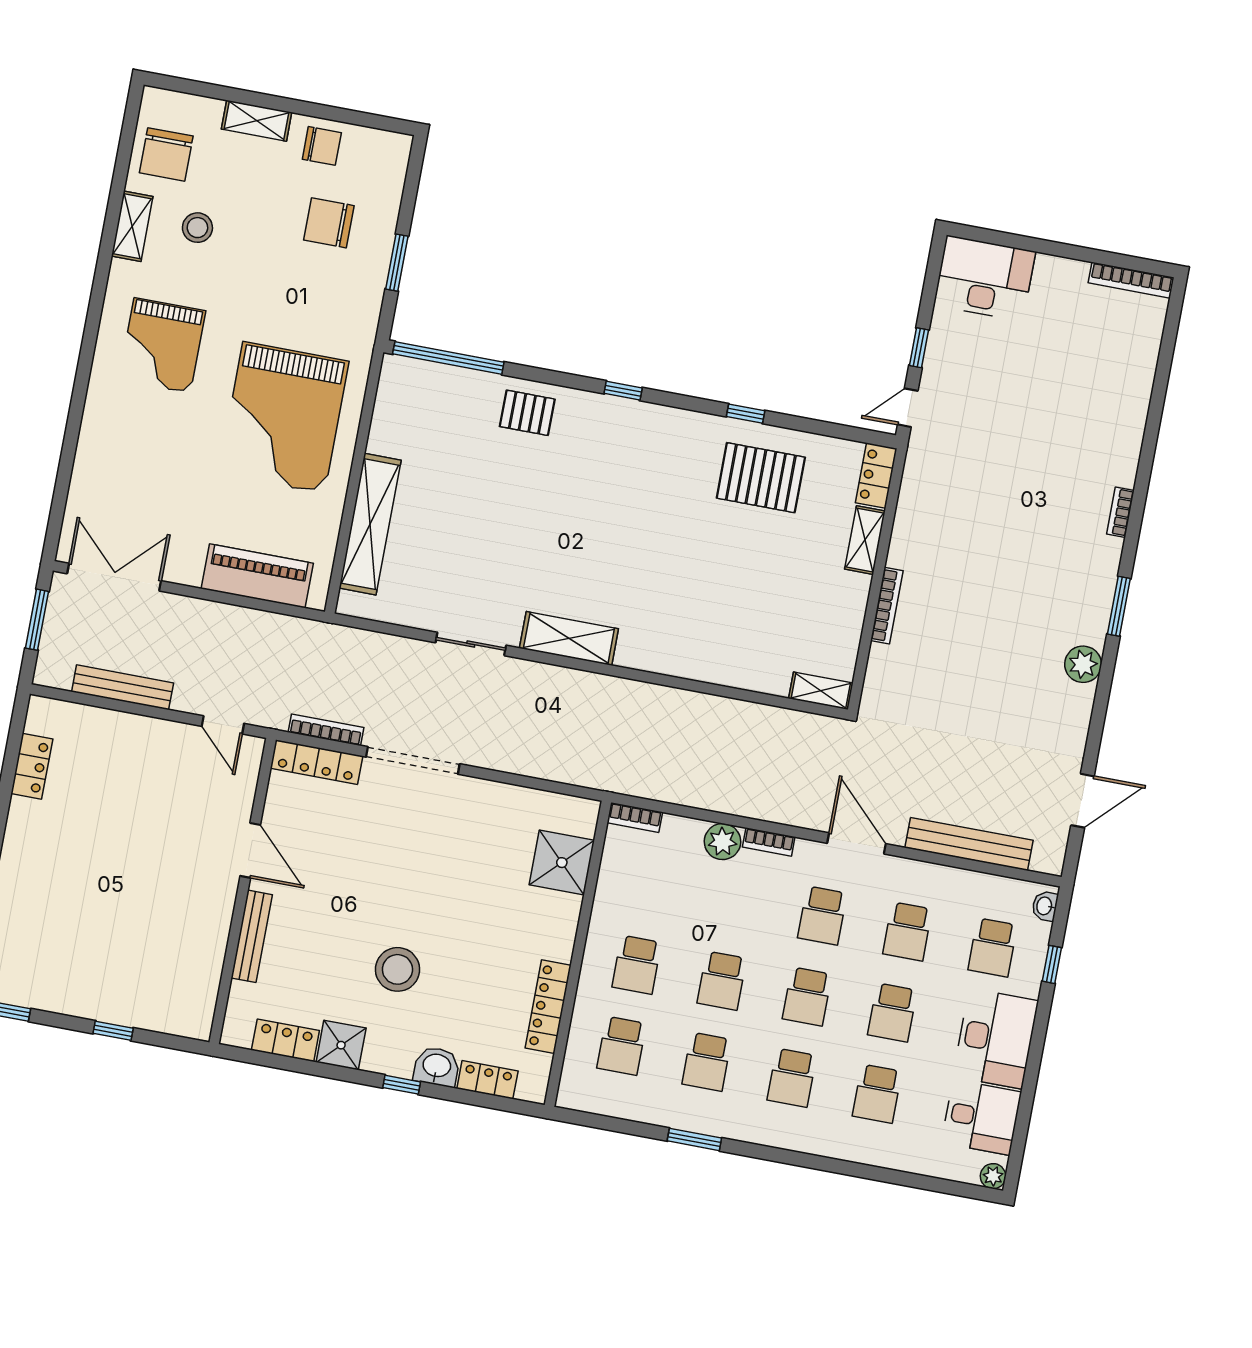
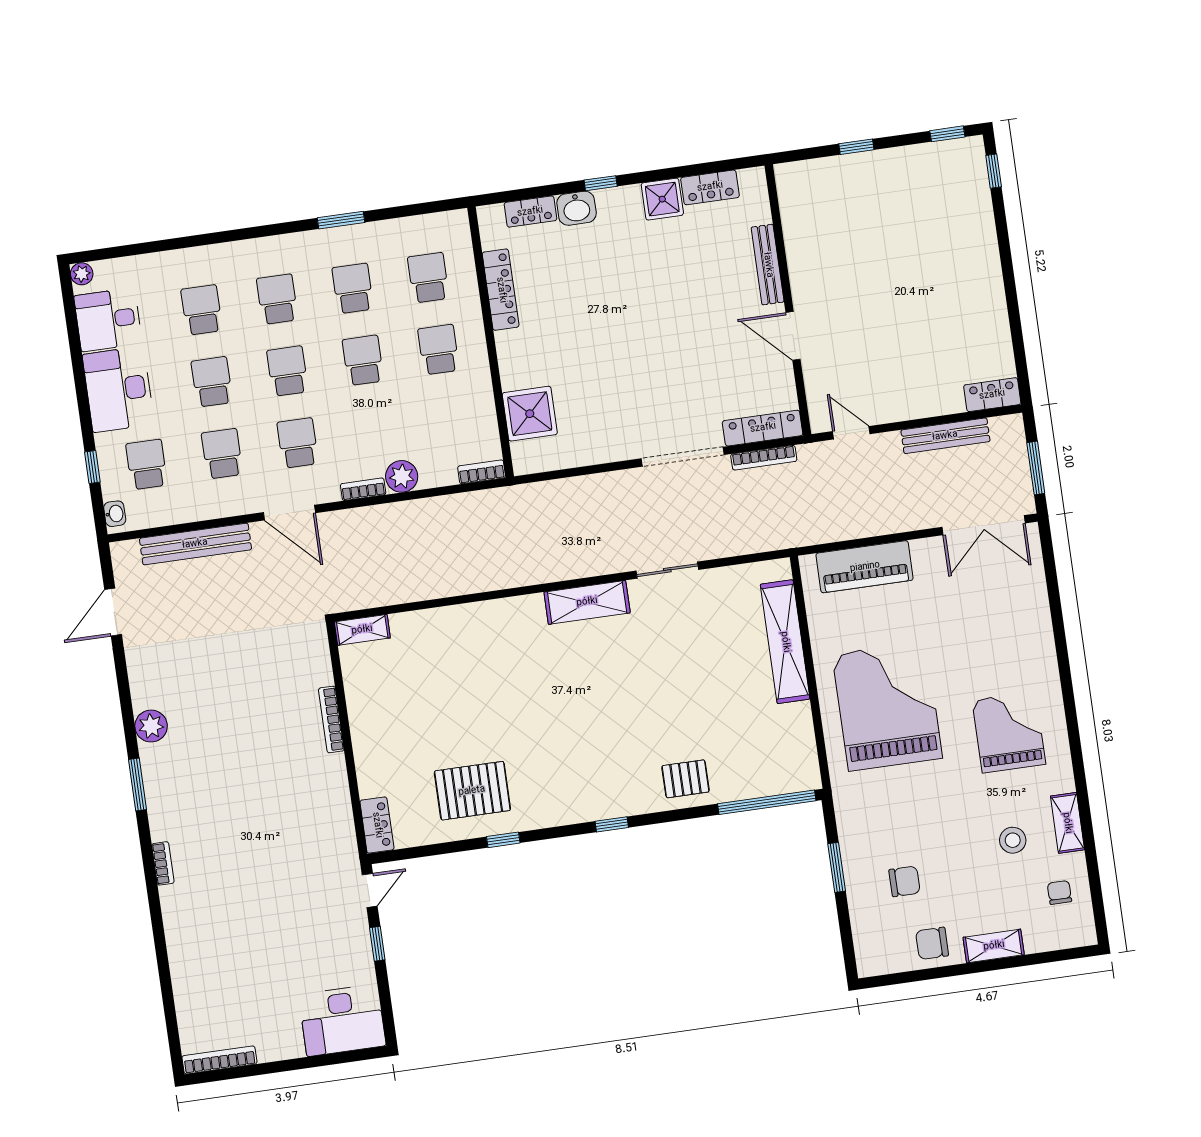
chair: (166, 154) -> (1059, 892), width x0.54, depth x0.54
chair: (329, 223) -> (904, 881), width x0.73, depth x0.73
shelving: (865, 540) -> (368, 768), removed
locker: (32, 766) -> (992, 395), moved, turned 90
stool: (397, 969) -> (637, 278), removed

